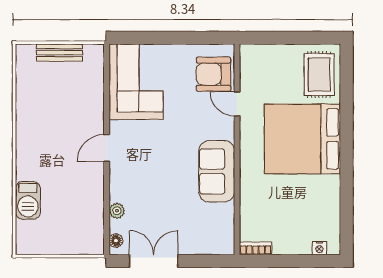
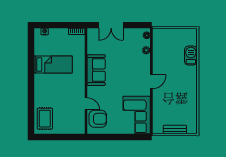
bed: (302, 139) -> (53, 65), moved, width x0.49
double door: (154, 261) -> (111, 25), moved

